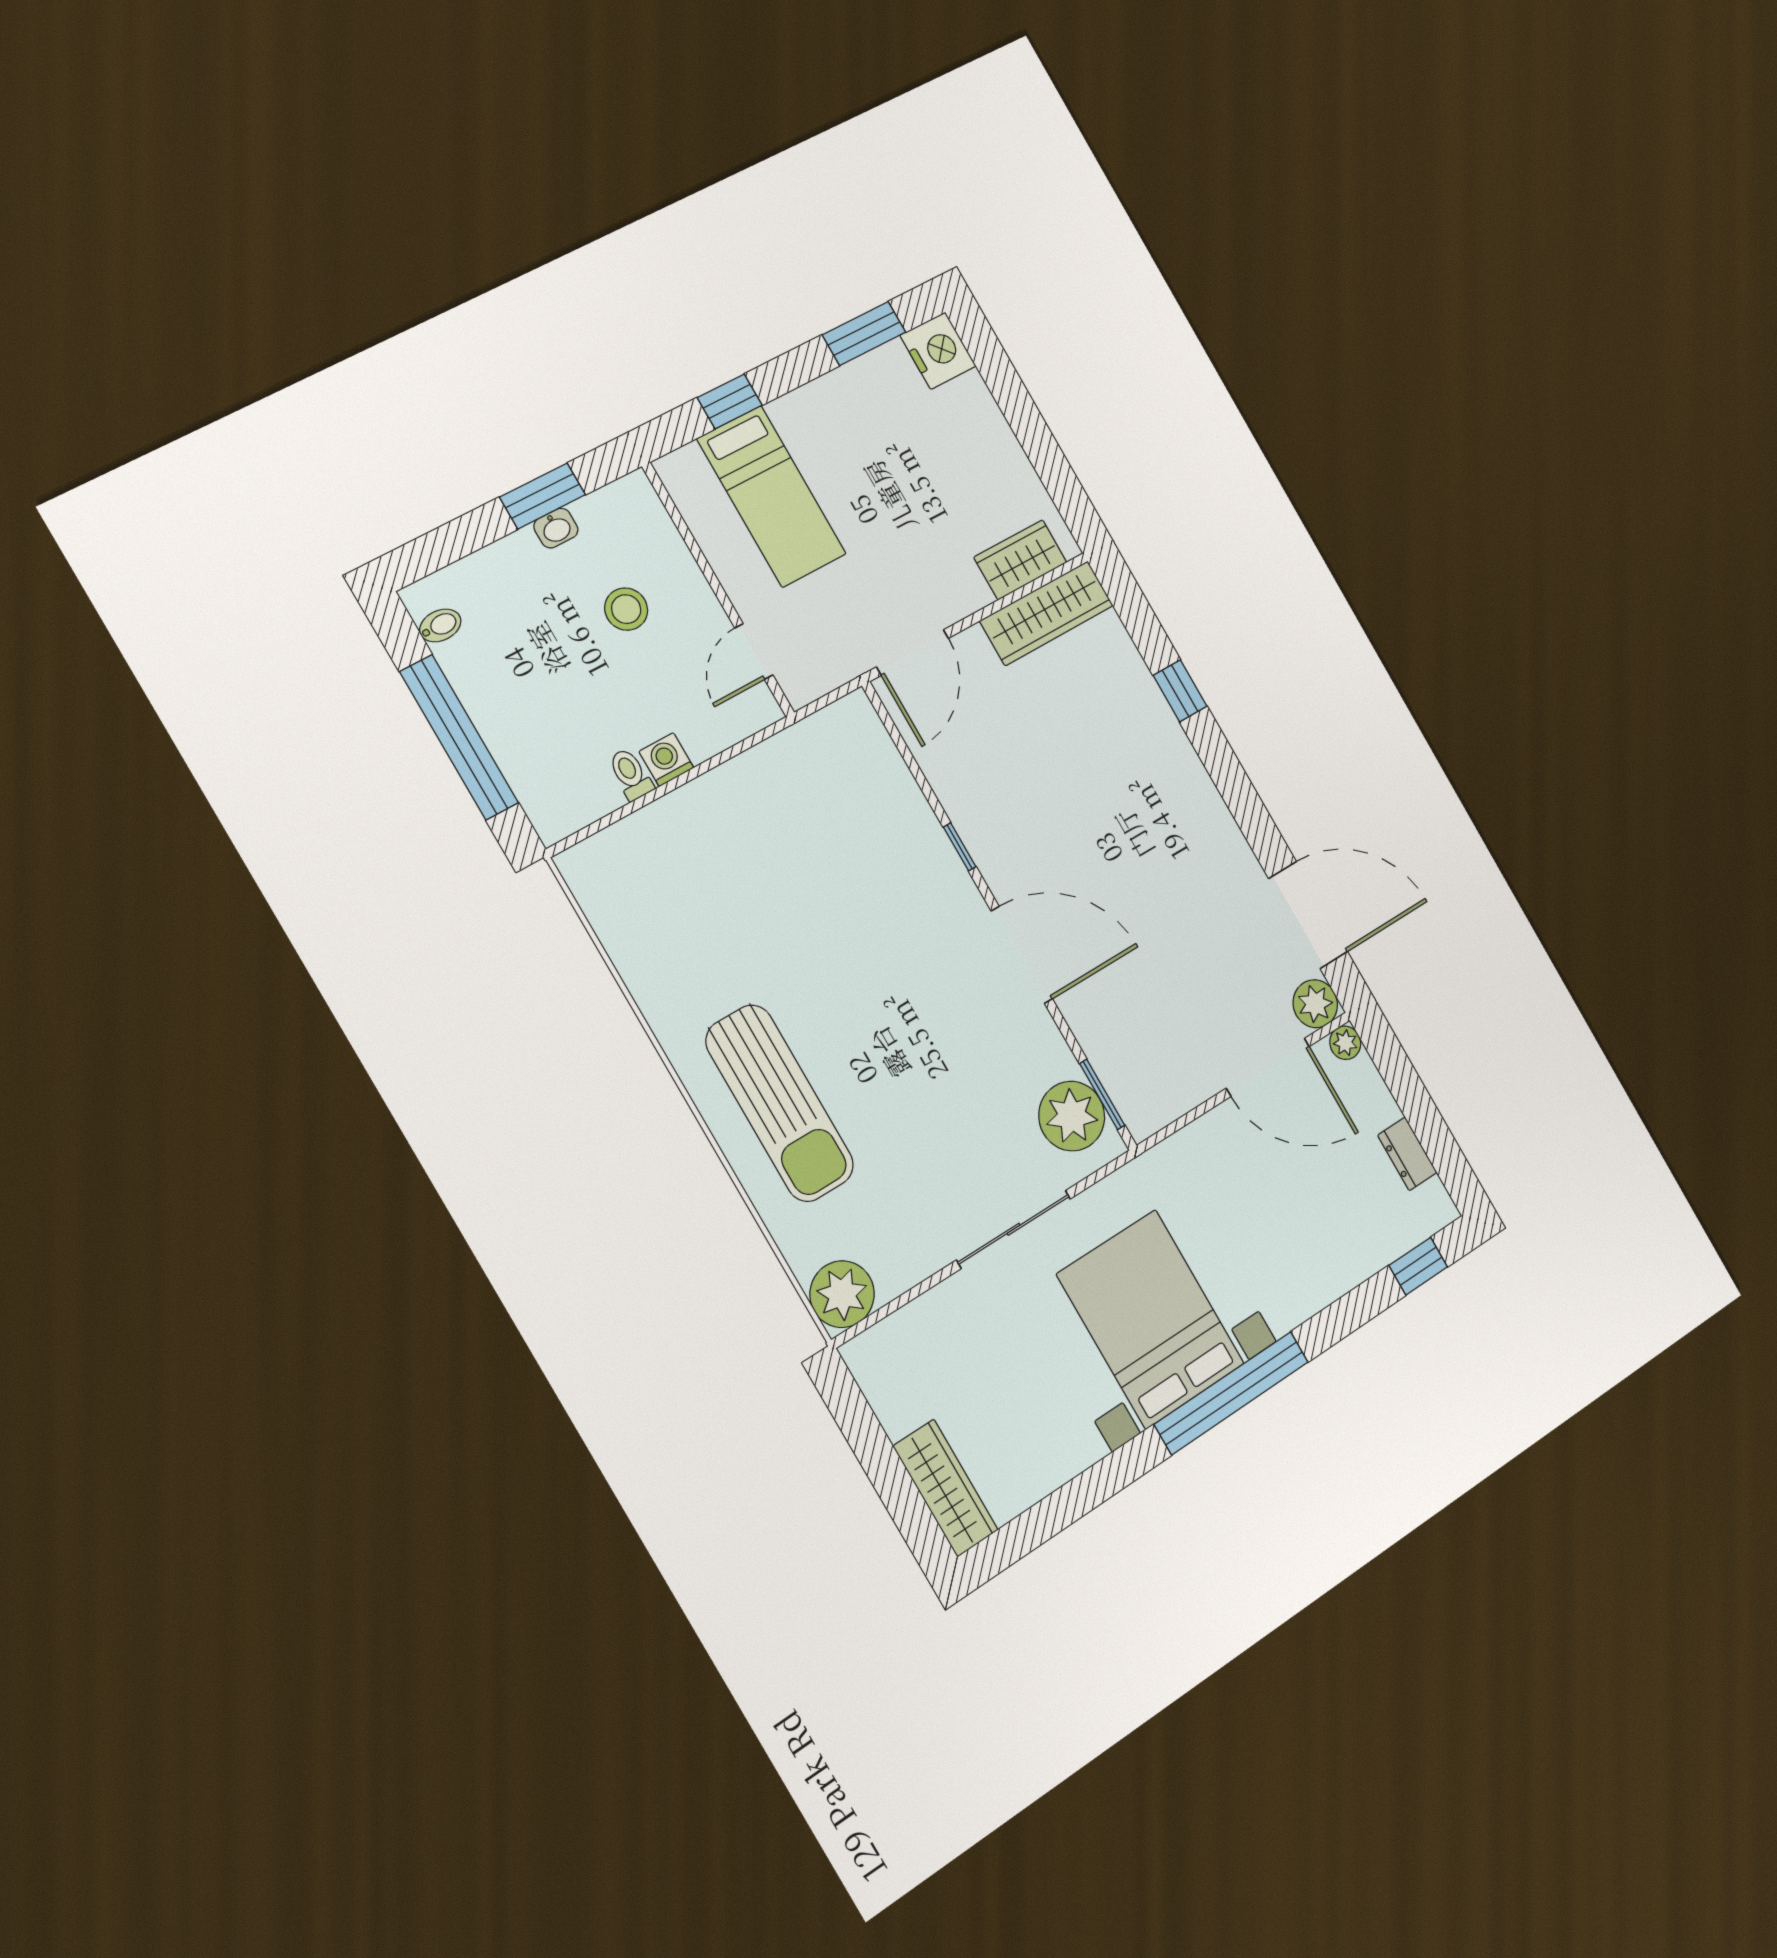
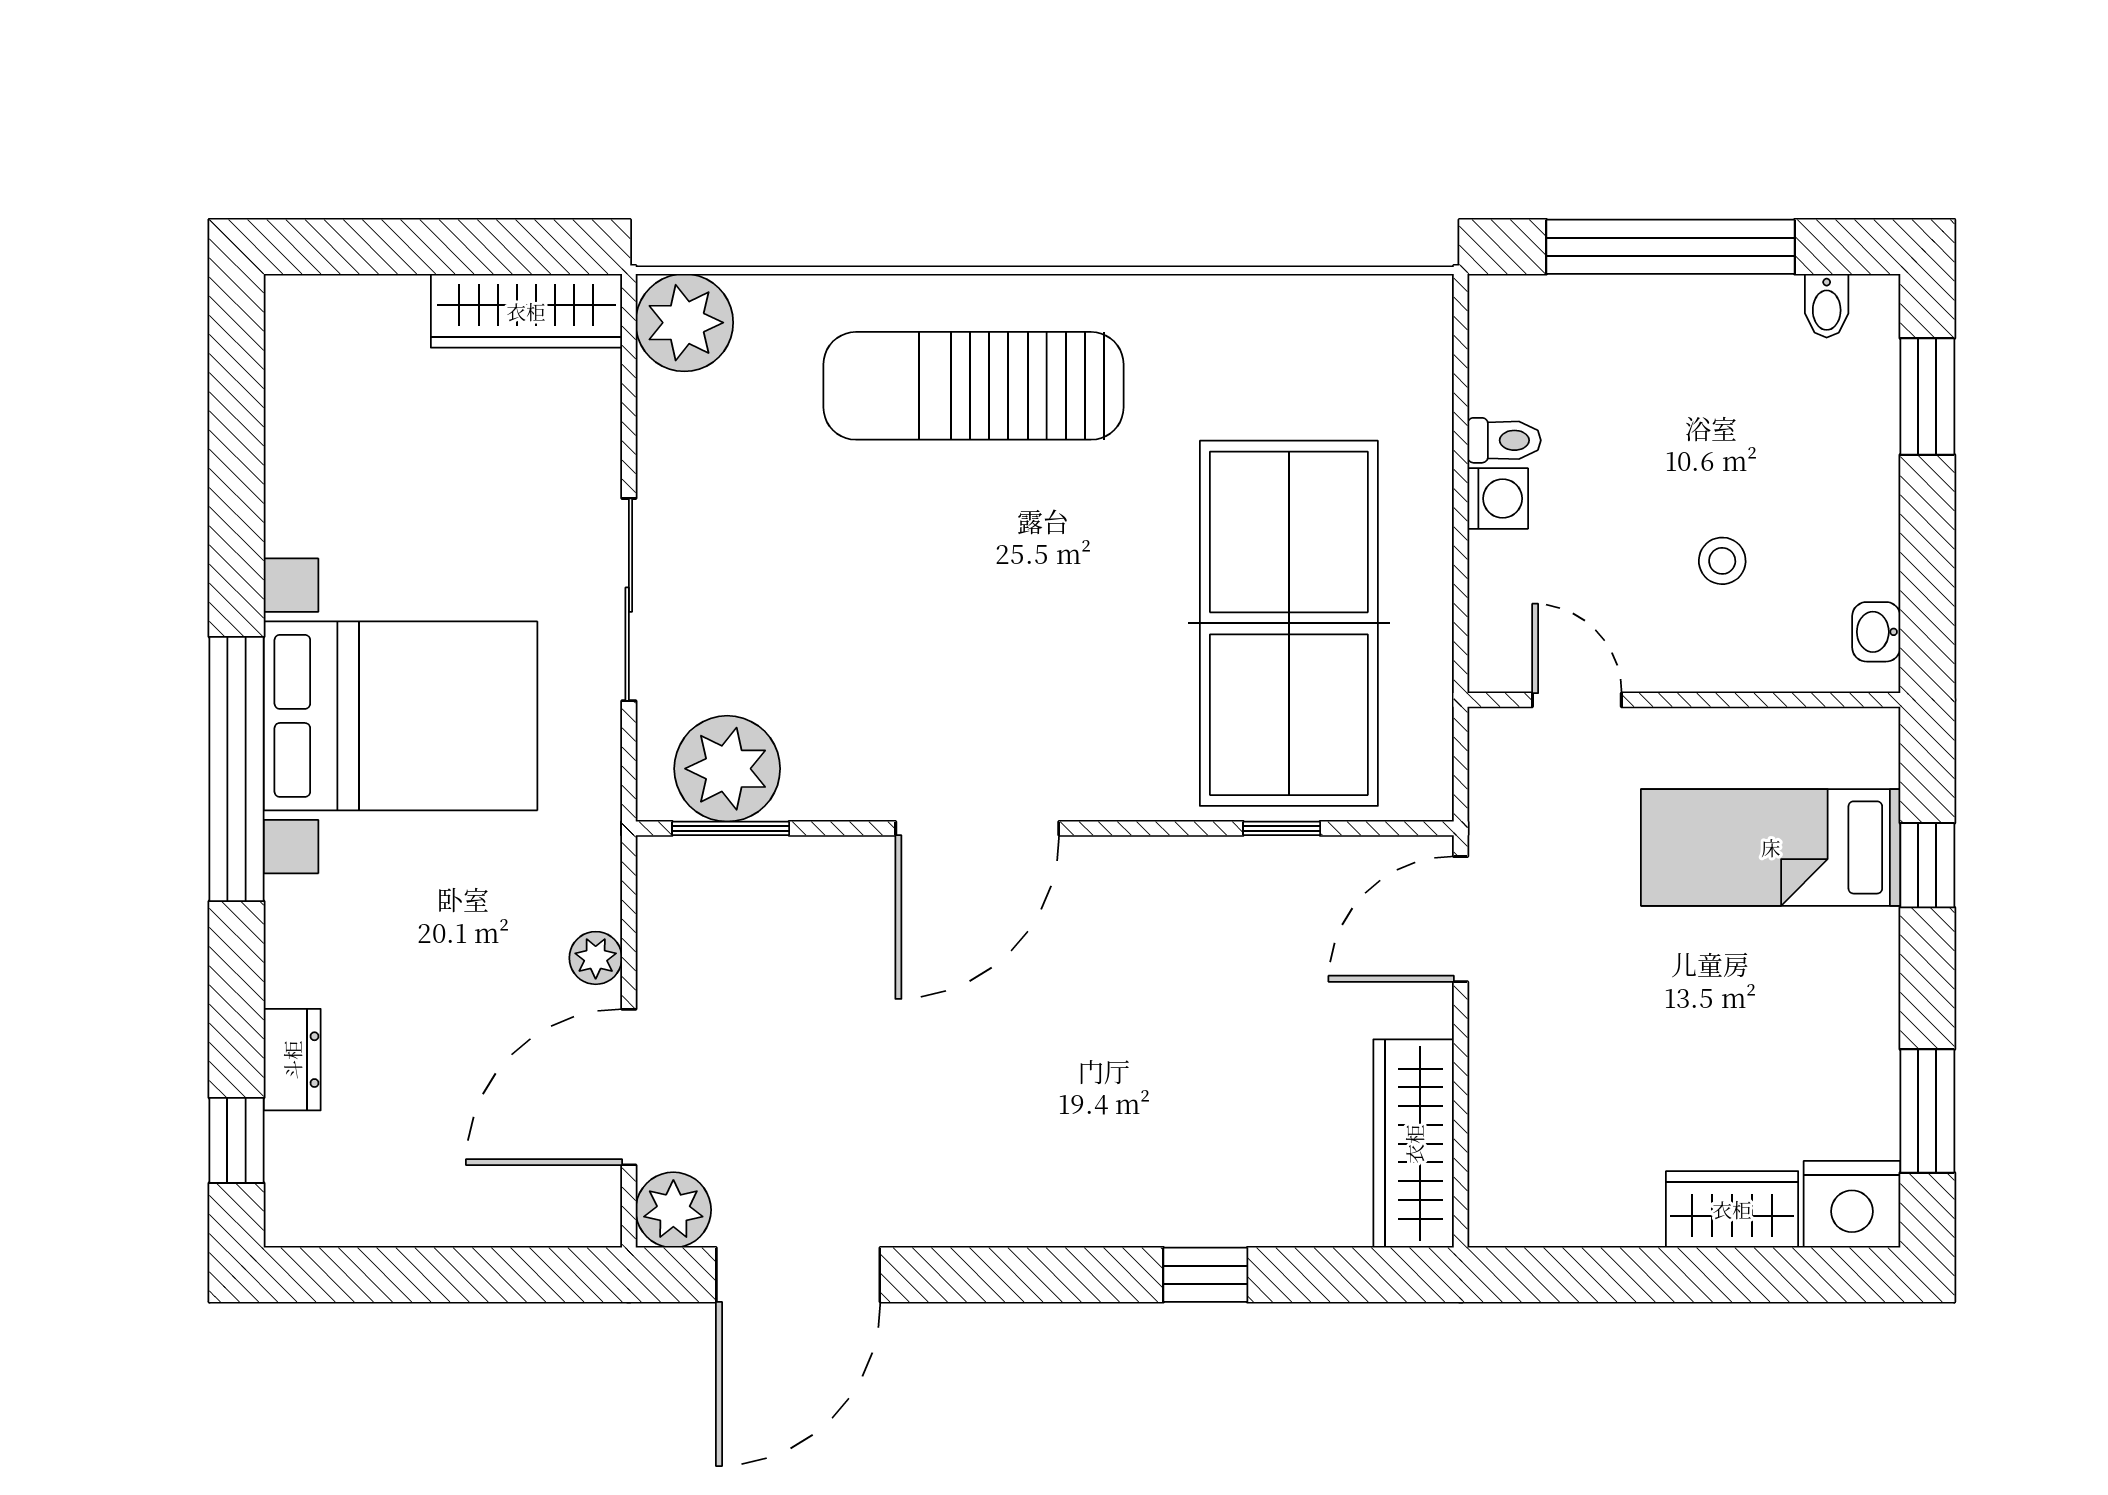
window: (543, 496) -> (1927, 397), moved
washbasin: (556, 528) -> (1876, 632), moved
wardrobe: (1020, 560) -> (1732, 1209), moved, turned -90
stool: (626, 609) -> (1722, 561), width x0.73, depth x0.73
door: (912, 652) -> (1461, 919), hinge flipped
table tennis table: (807, 842) -> (1289, 623), added
window: (960, 847) -> (1282, 828), moved
plant: (1345, 1043) -> (596, 958), moved
dresser: (1407, 1154) -> (292, 1060), moved, turned 90
wardrobe: (946, 1488) -> (526, 311), moved

